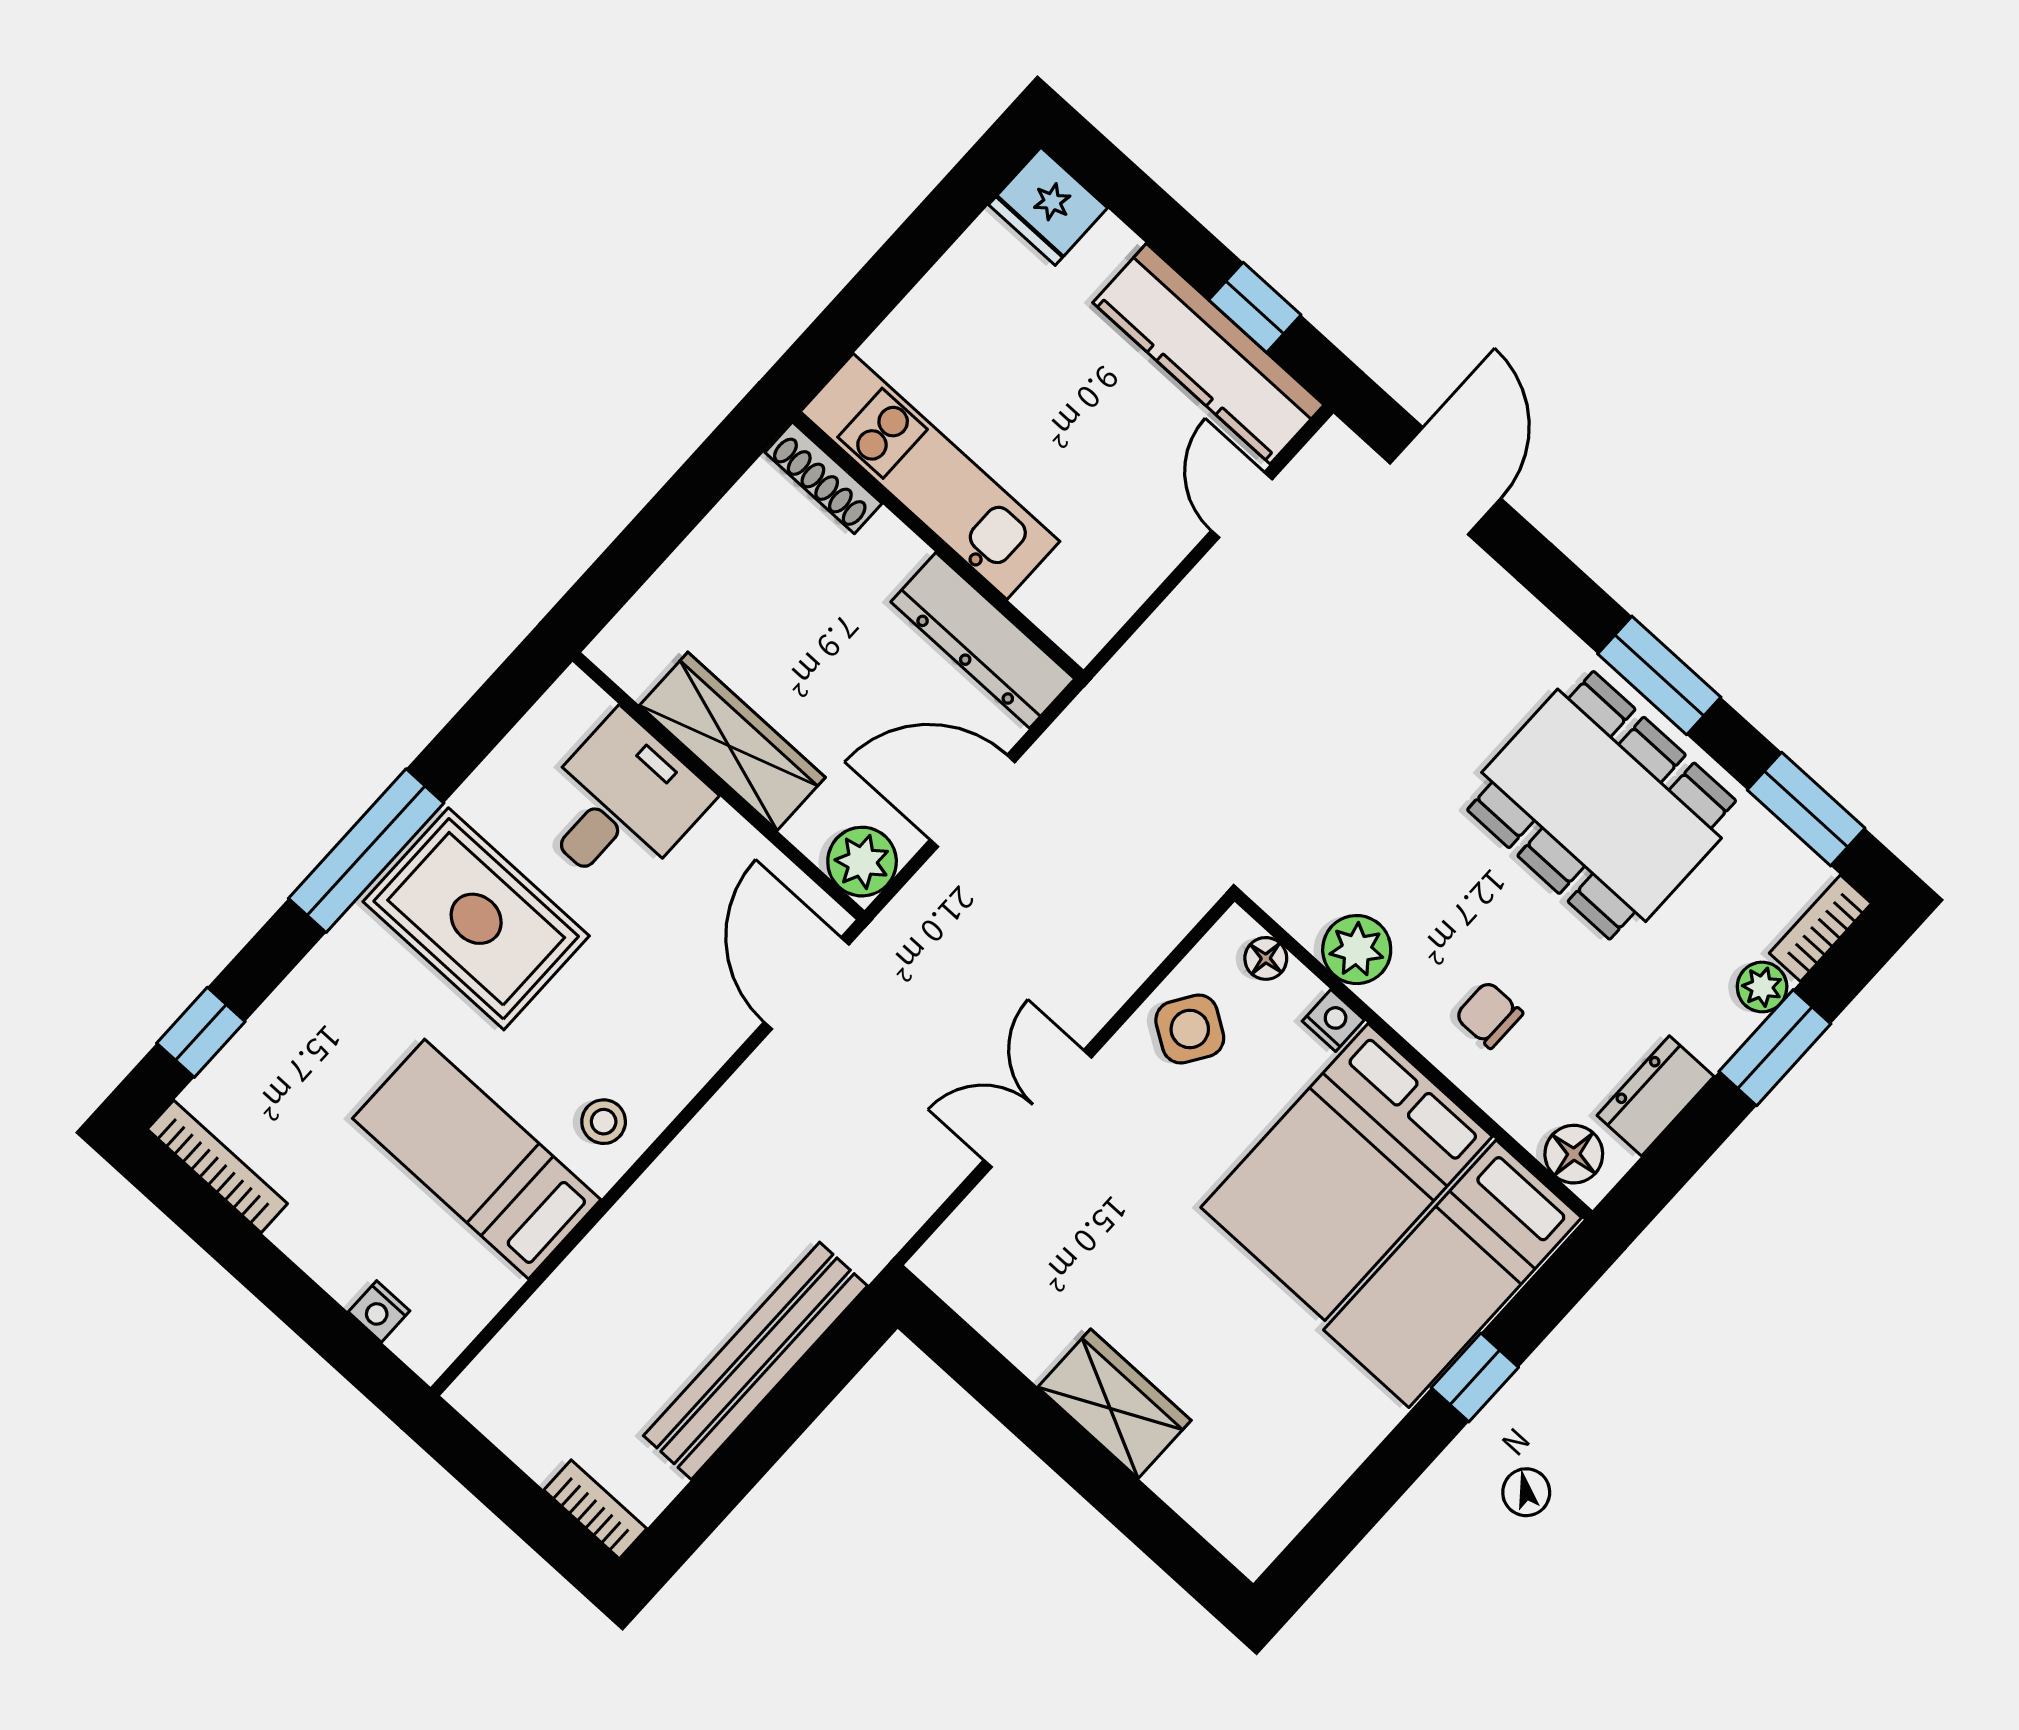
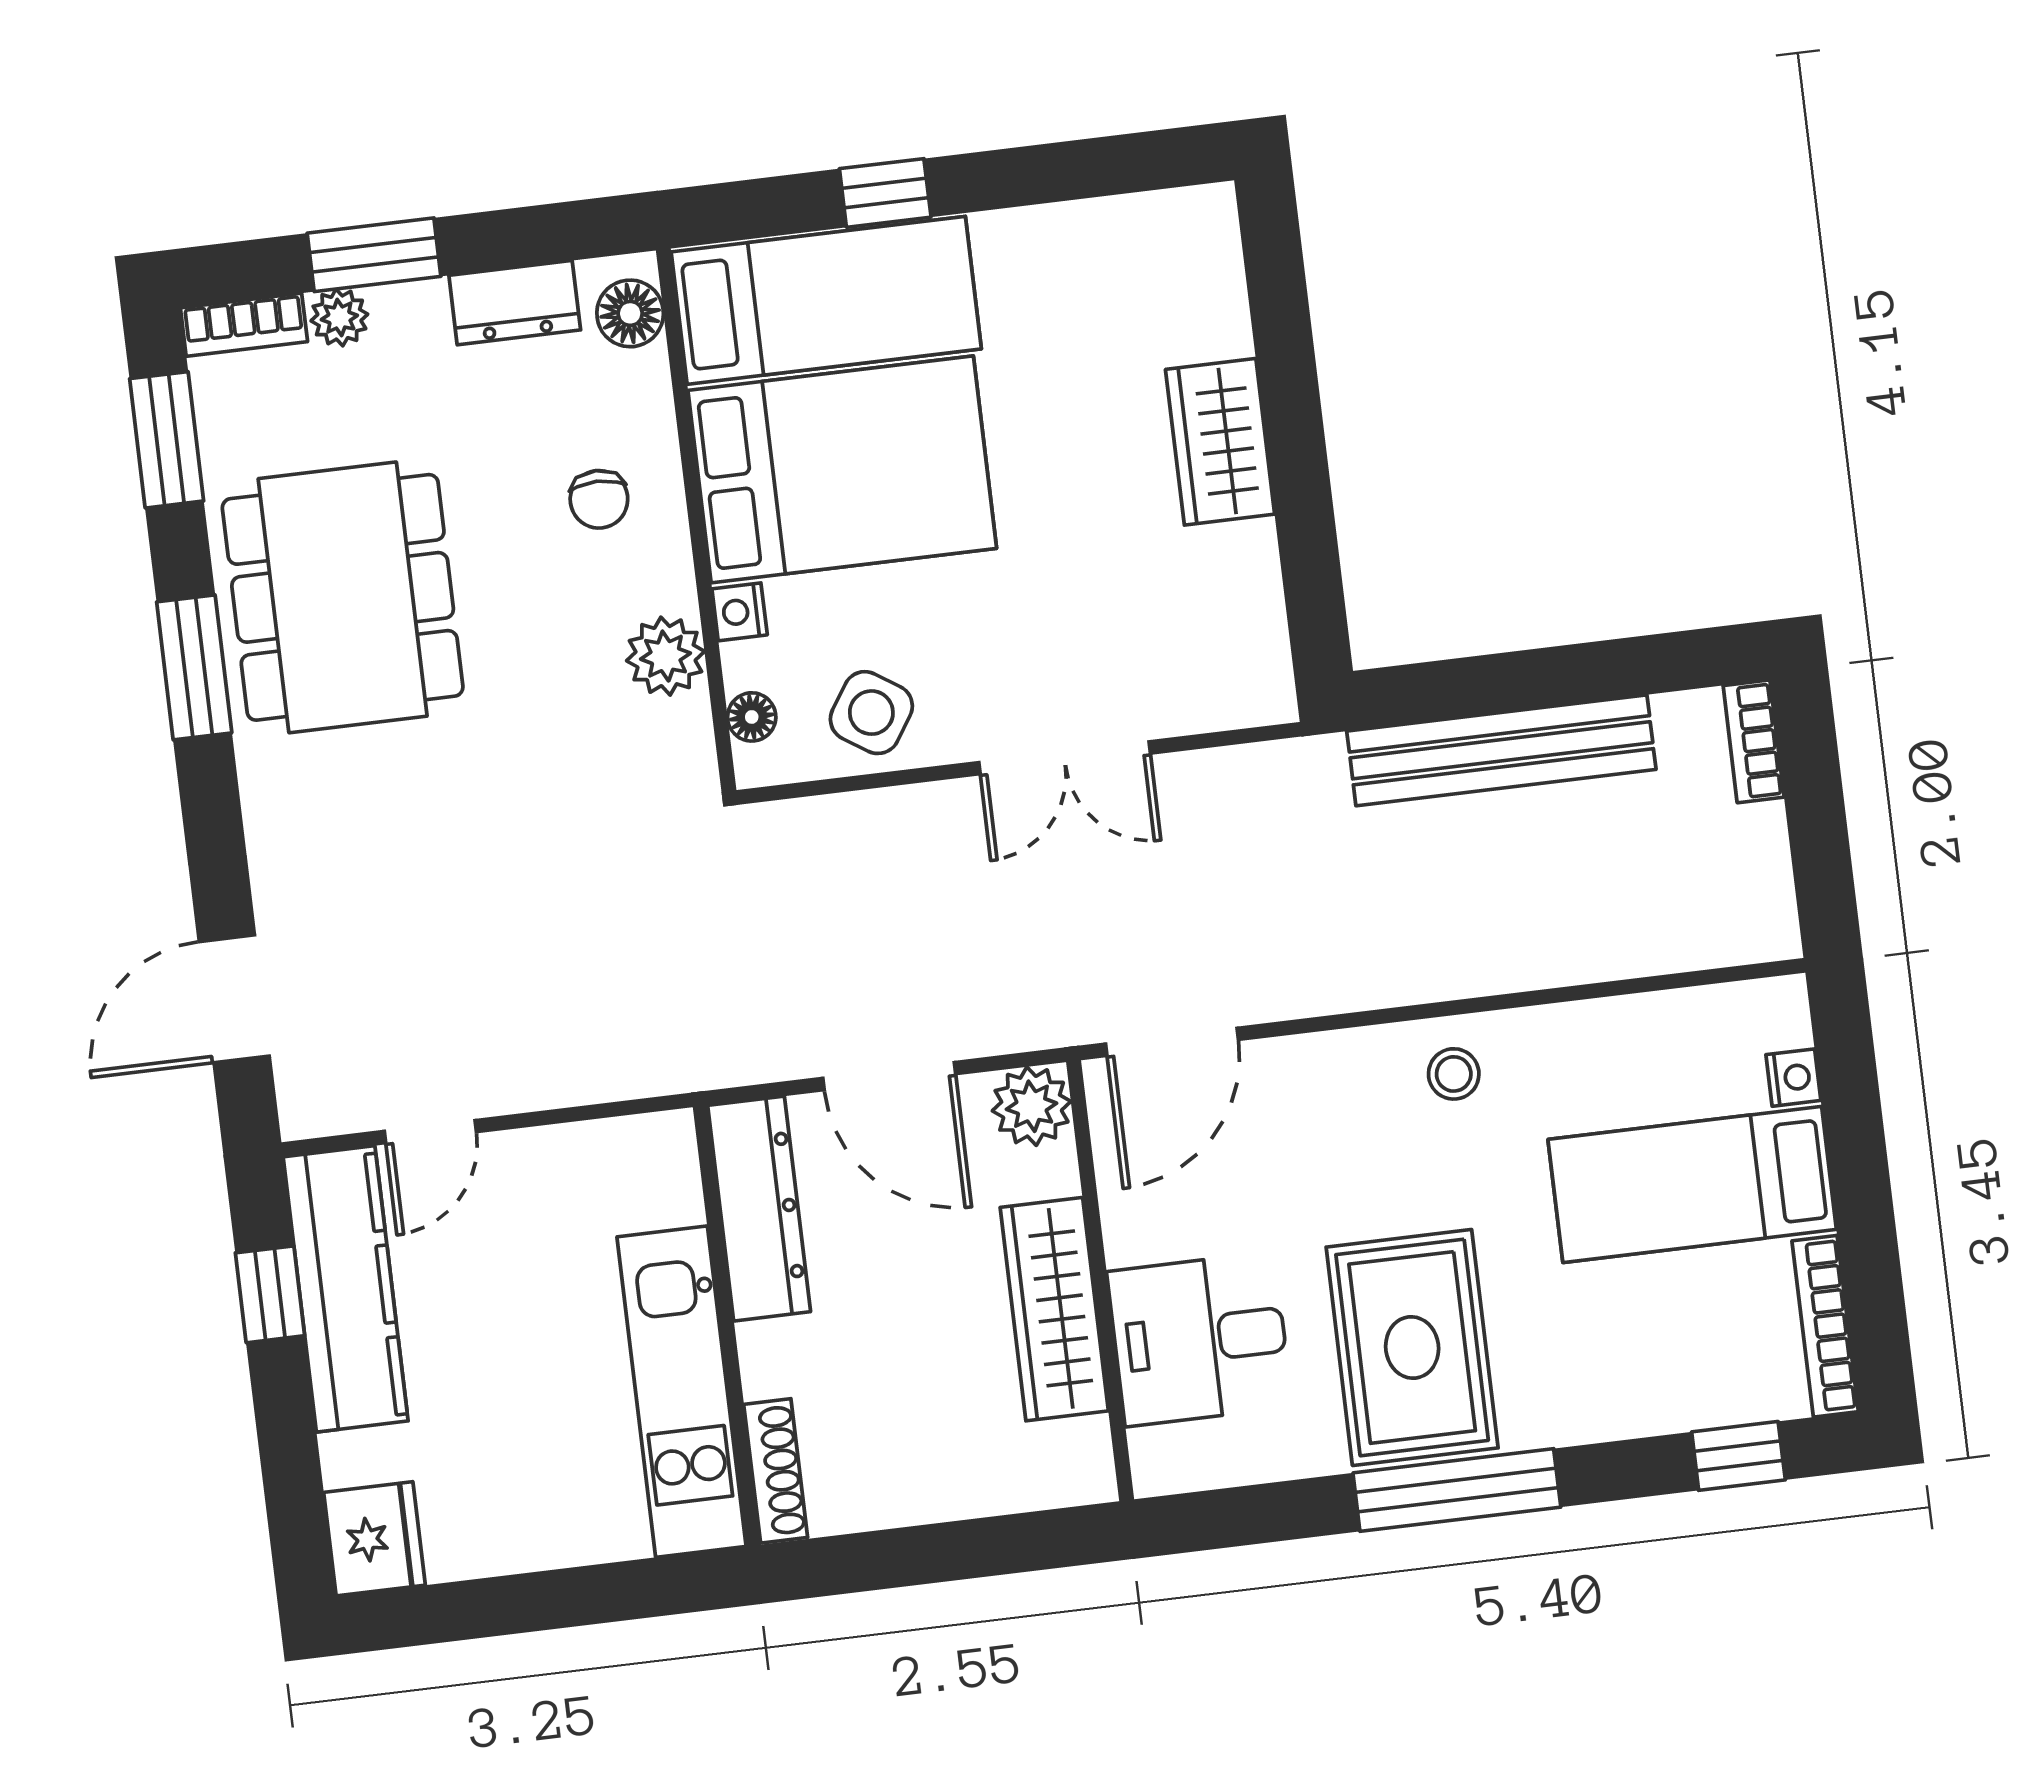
bed: (477, 1159) -> (1692, 1184), moved, turned 90

